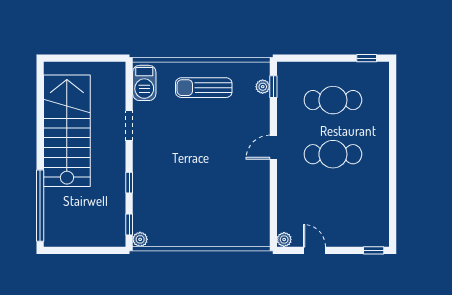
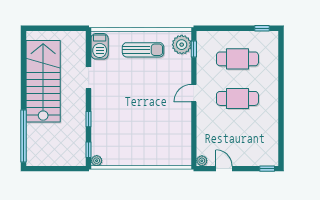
plant: (263, 87) -> (182, 45), width x1.87, depth x1.87
sun lounger: (204, 88) -> (143, 50), turned 180

